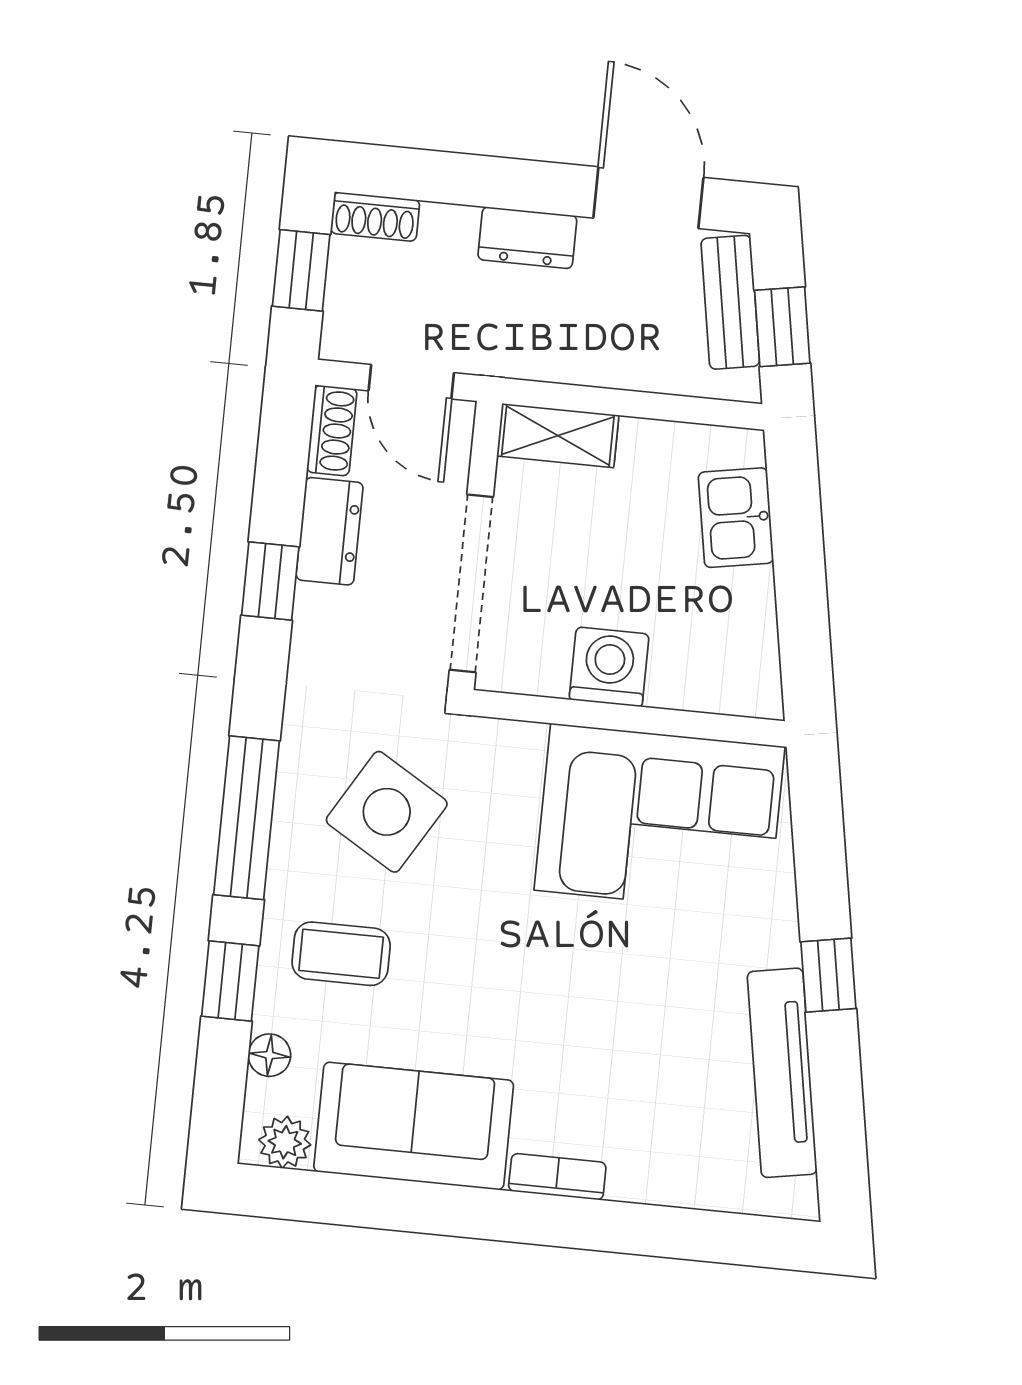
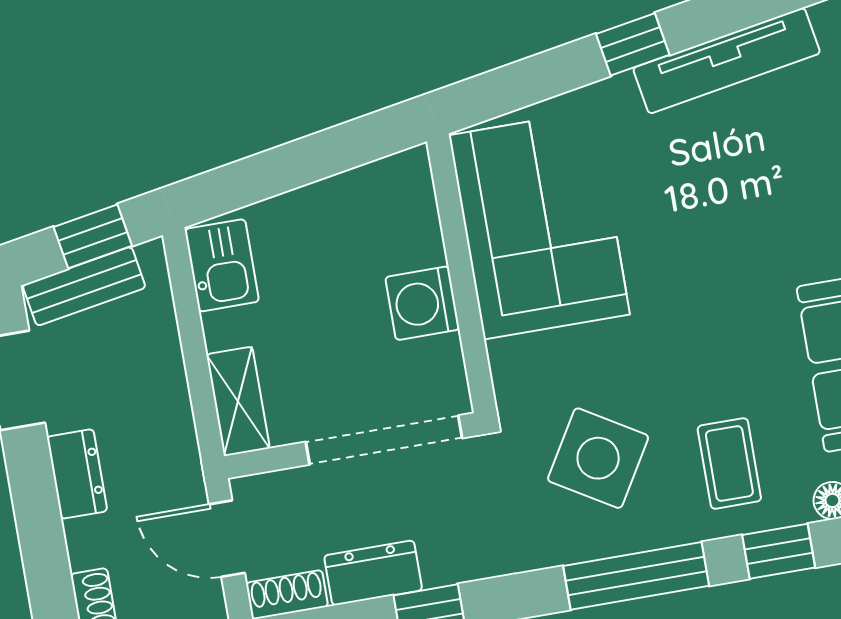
door: (411, 382) -> (227, 539), swing flipped
kitchen sink: (736, 518) -> (222, 265), moved, turned -80

